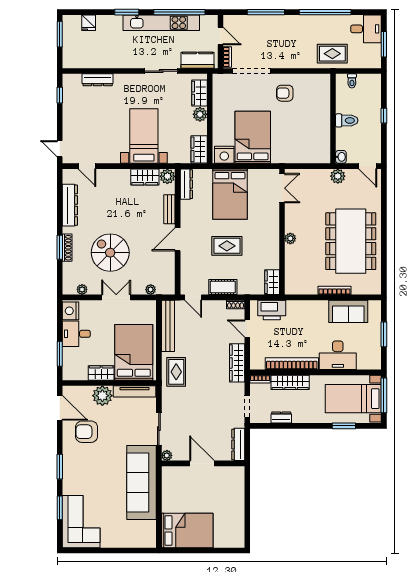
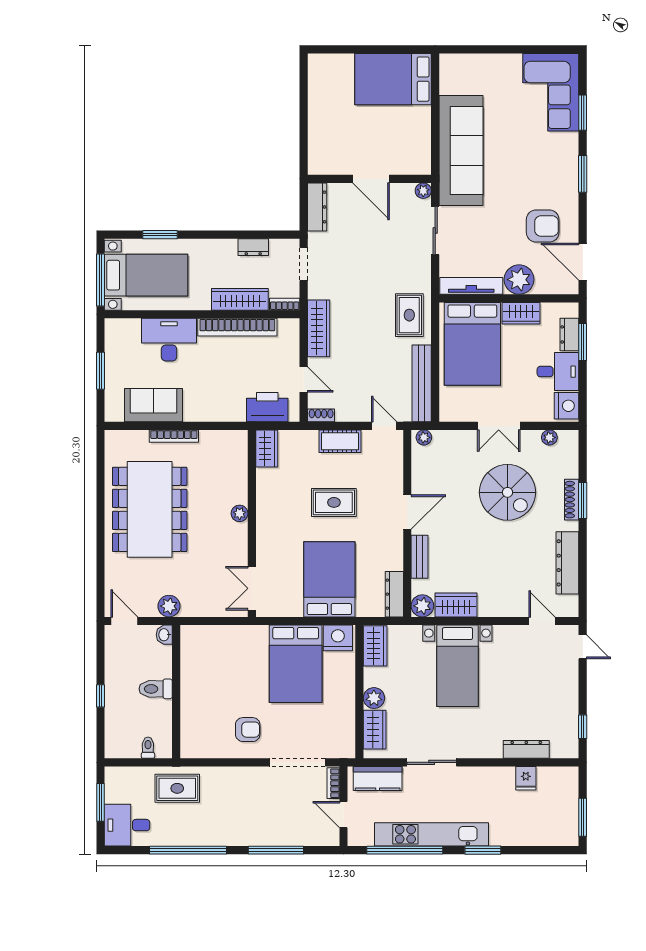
fridge: (89, 23) -> (526, 778), moved, turned 180
plant: (151, 290) -> (424, 437), moved
dresser: (69, 359) -> (569, 334), added

